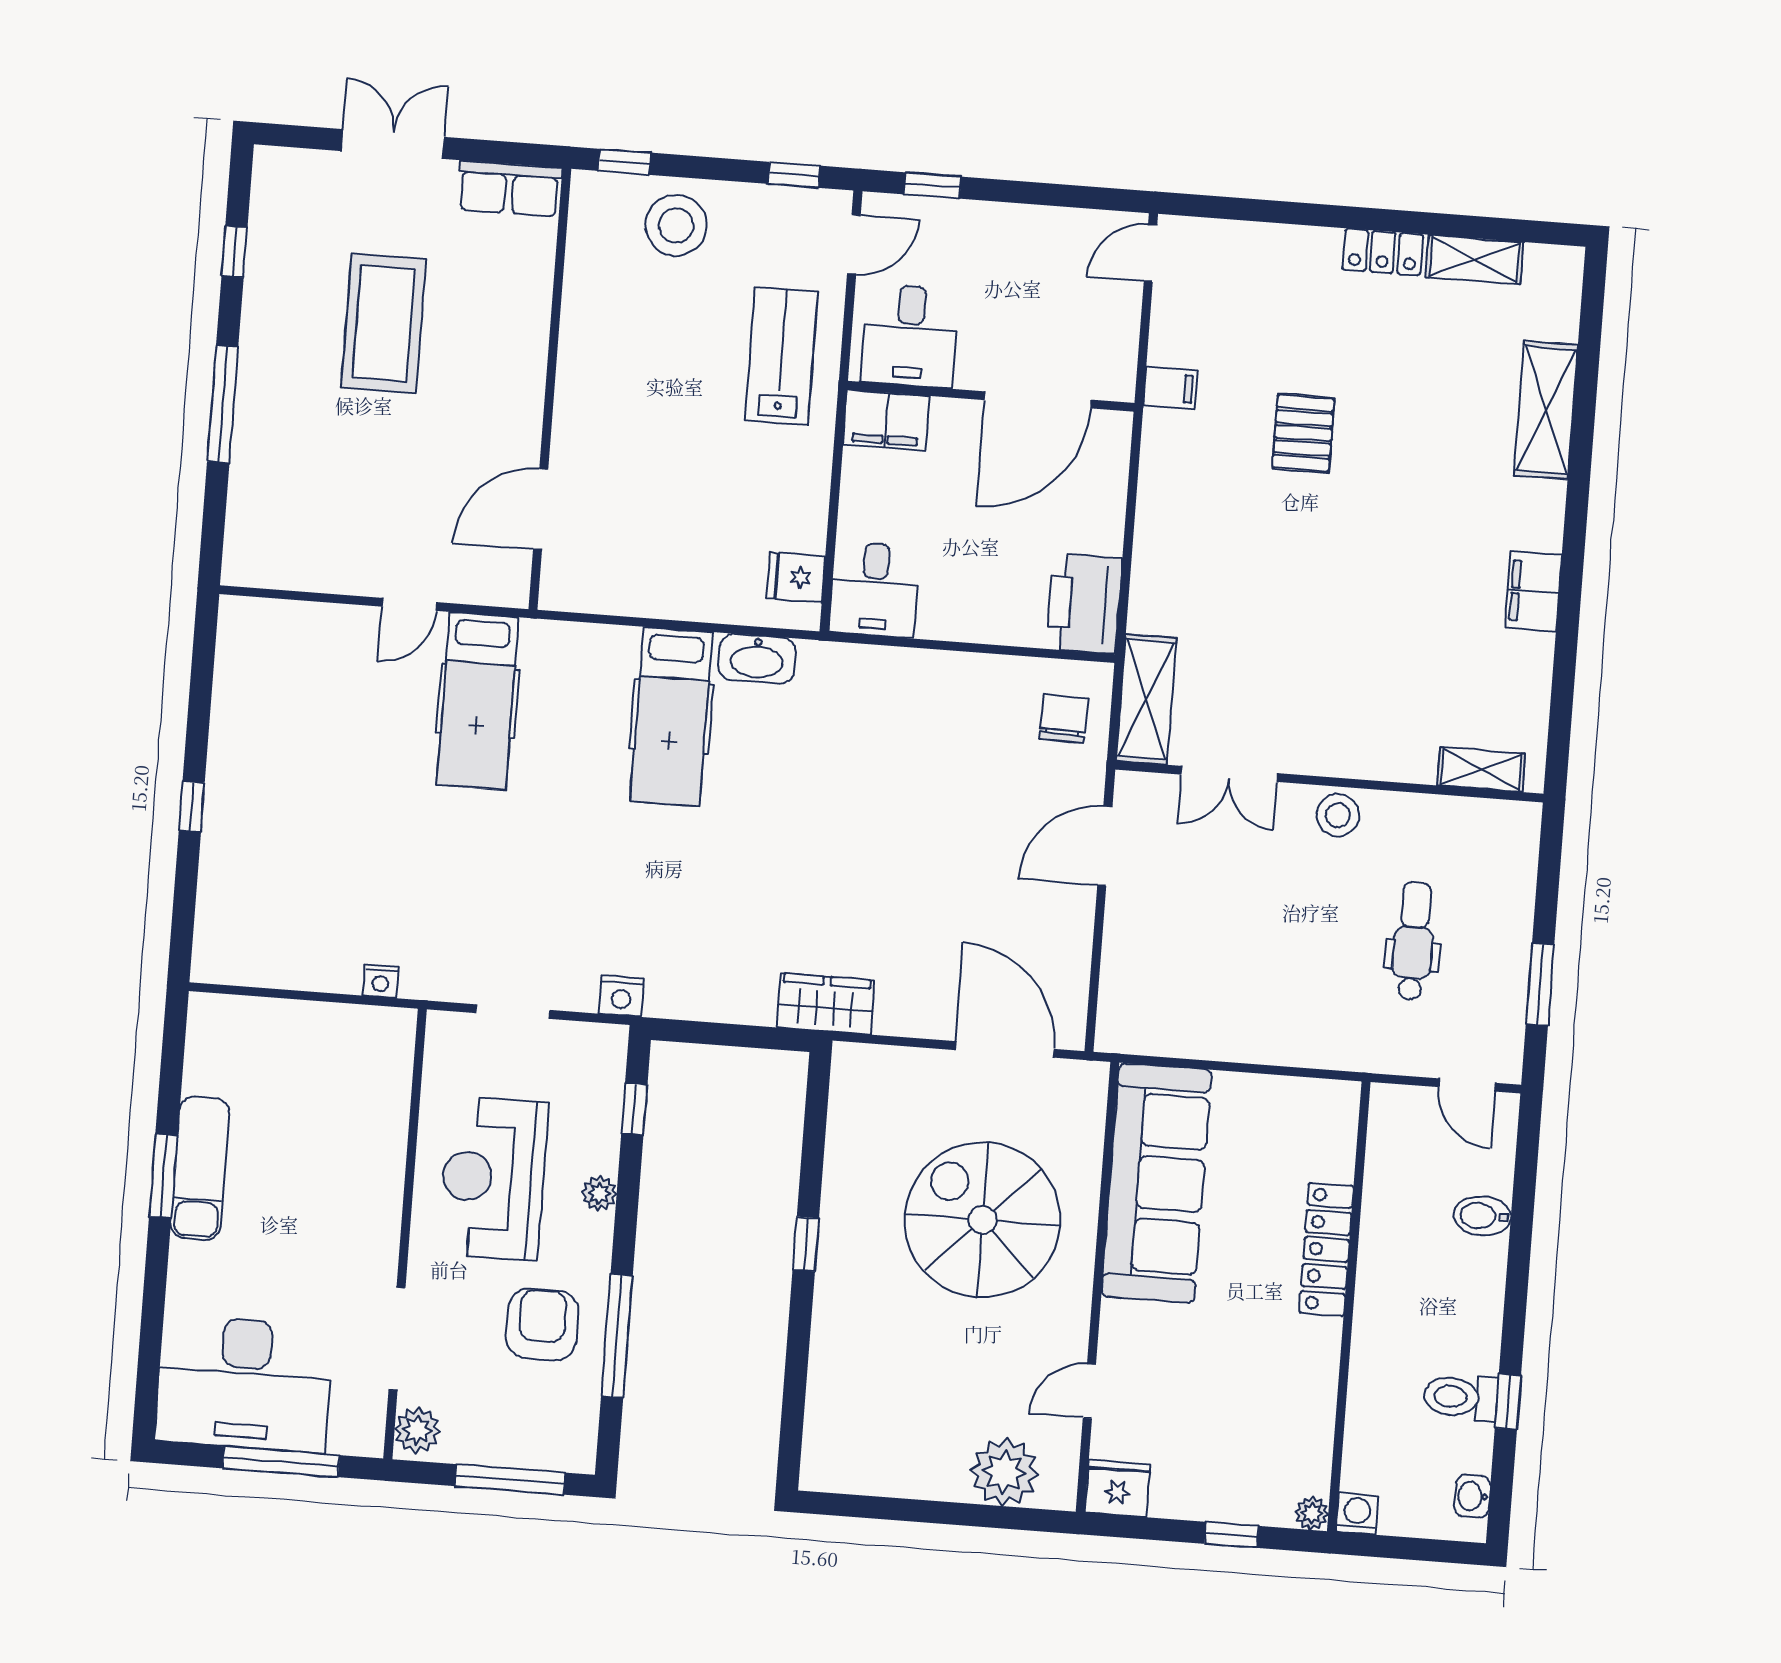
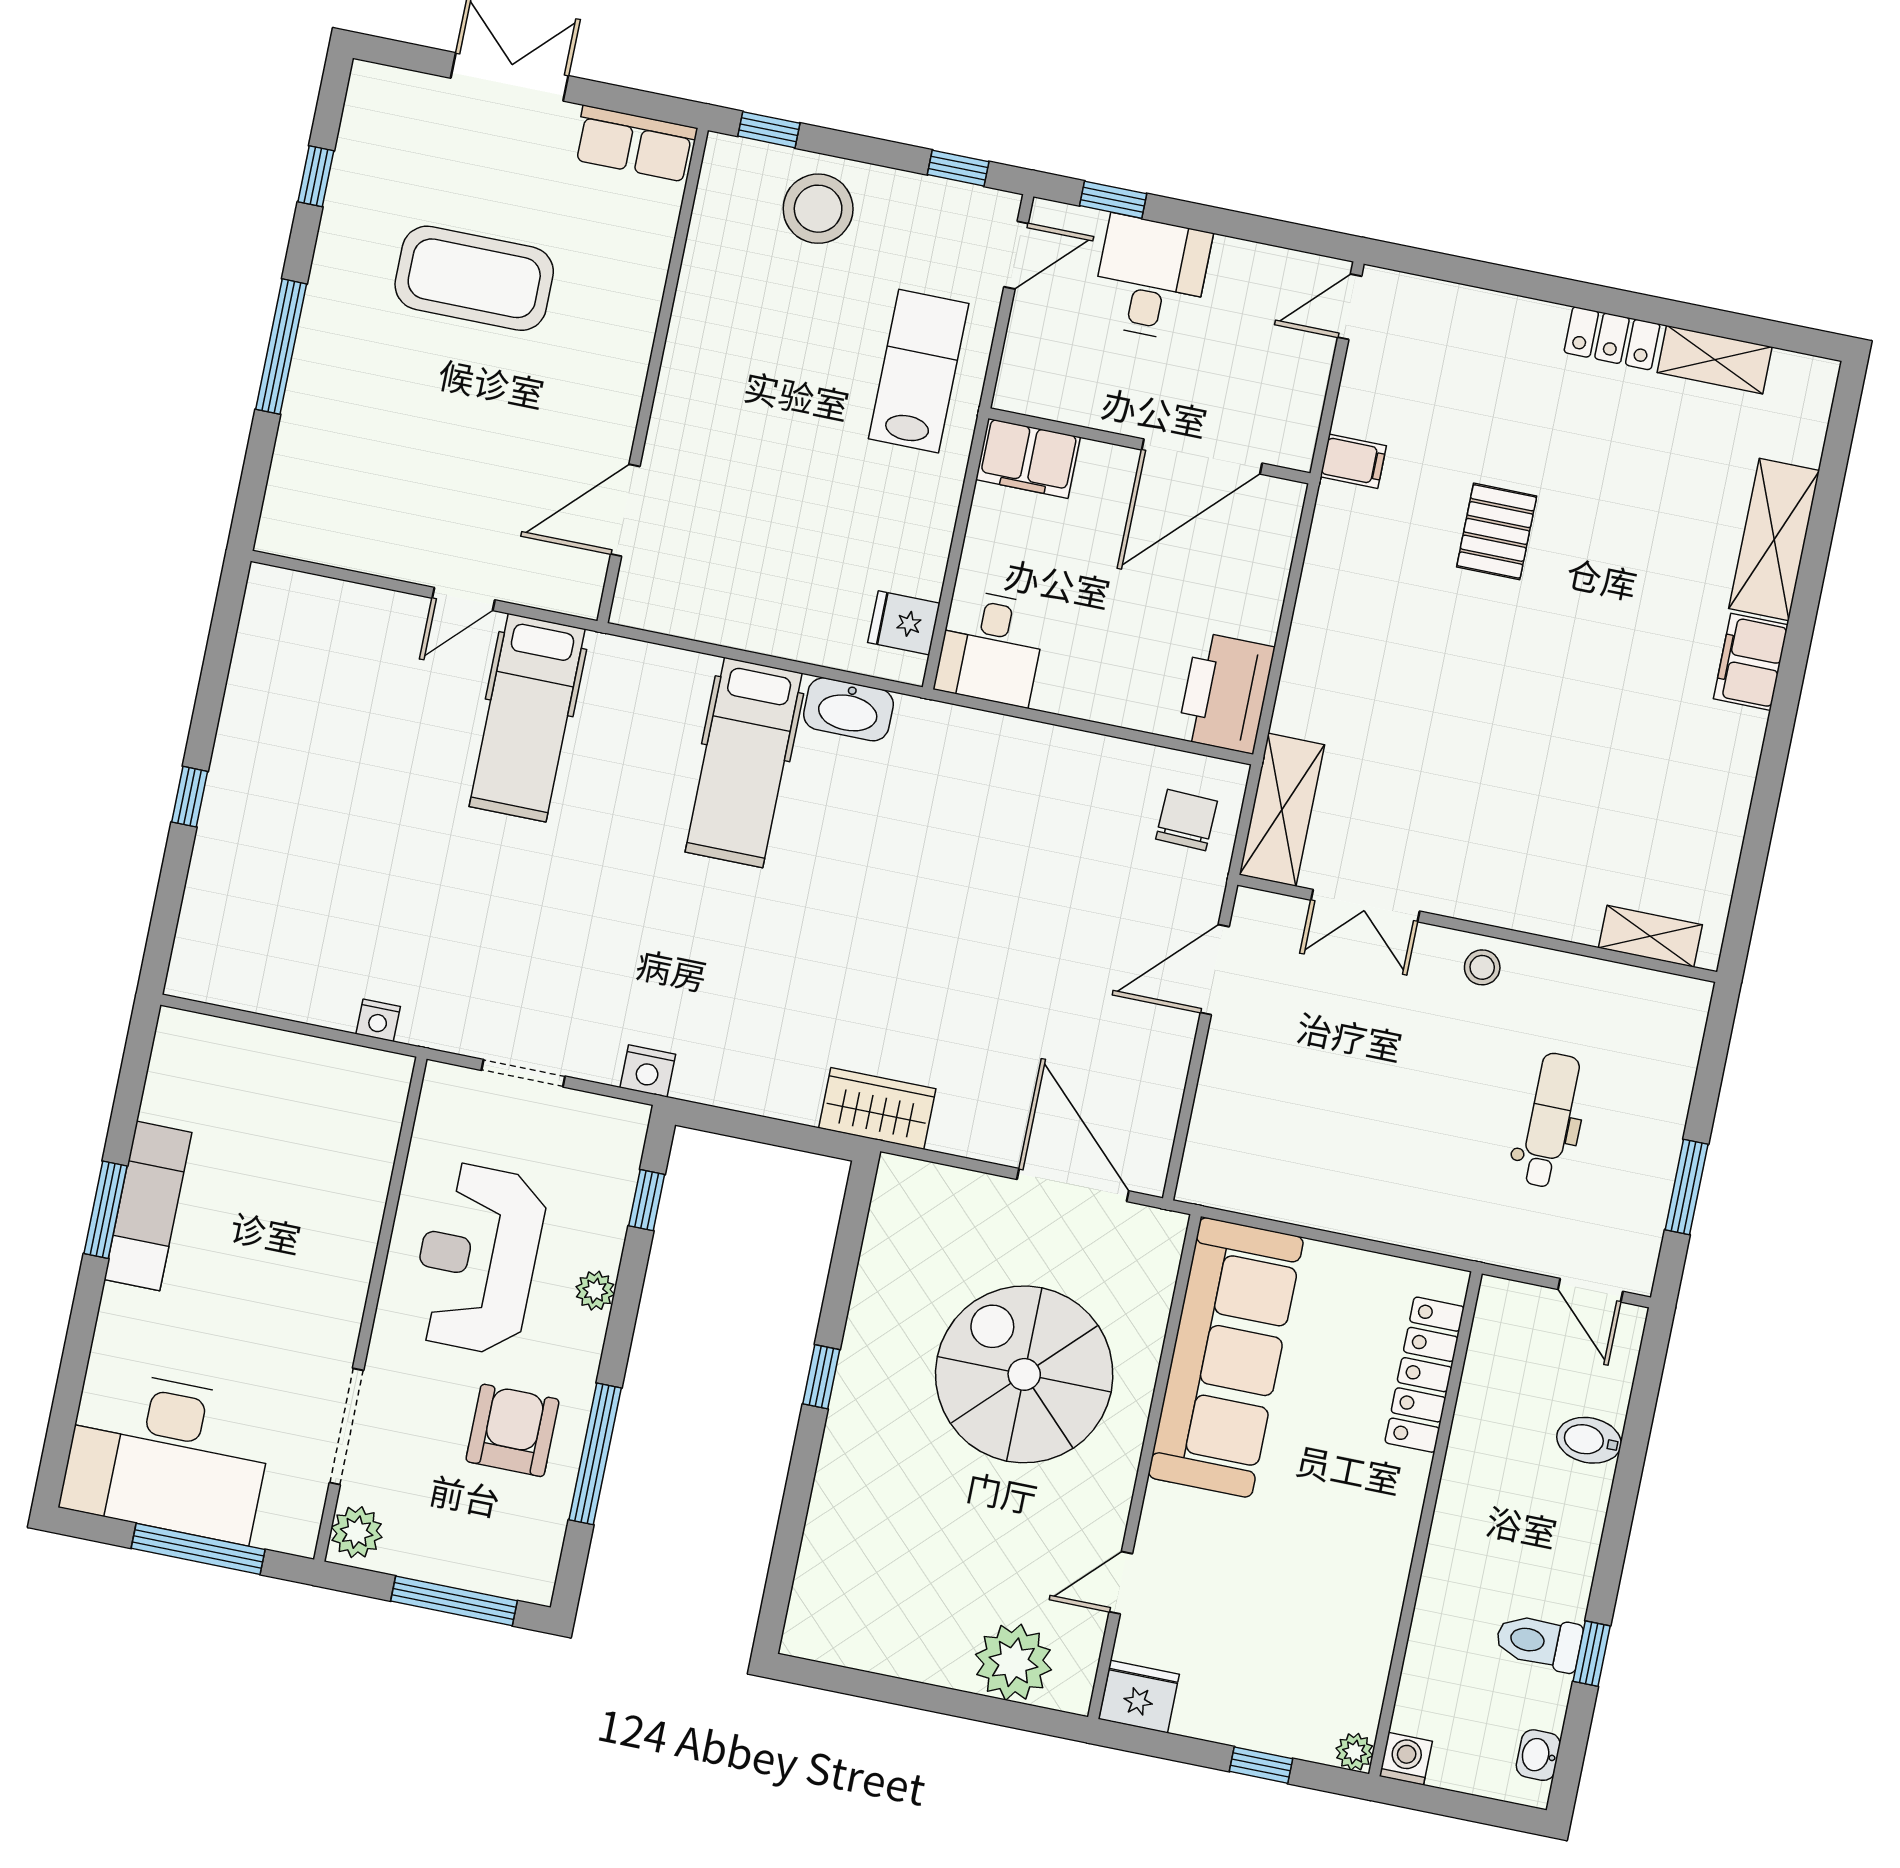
coffee table: (384, 323) -> (474, 278), turned 90
desk: (910, 336) -> (1151, 278), moved, turned 180
filing cabinet: (1533, 592) -> (1751, 662), moved
stool: (1338, 815) -> (1482, 967), width x0.73, depth x0.73
locker: (1326, 1249) -> (1425, 1375), moved

